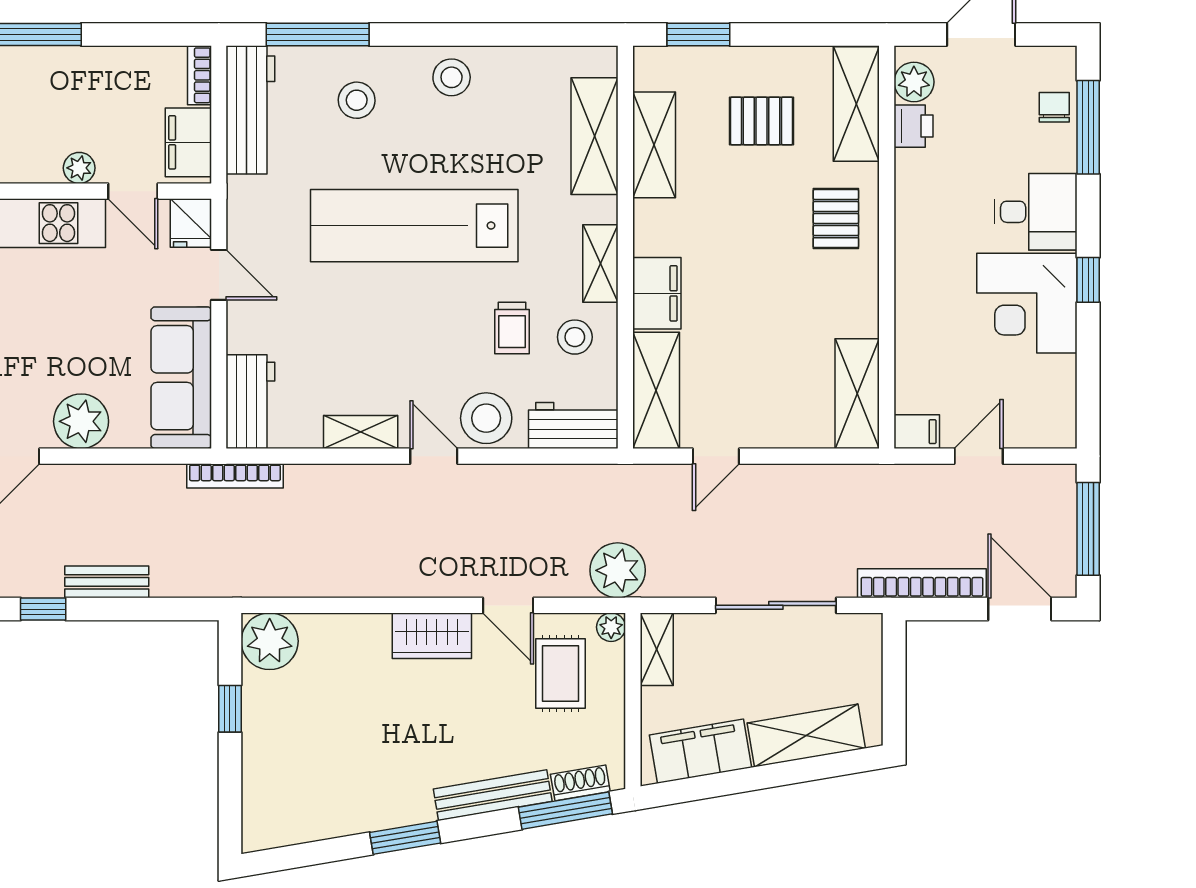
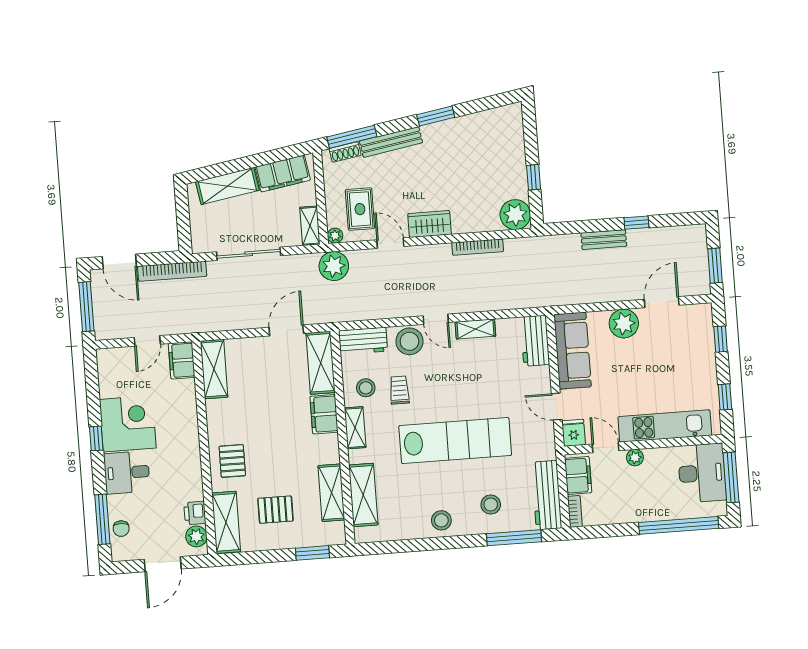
filing cabinet: (917, 432) -> (182, 360), width x2.00
door: (716, 456) -> (286, 330), width x1.38
bookcase: (235, 476) -> (478, 247), moved, turned 180

